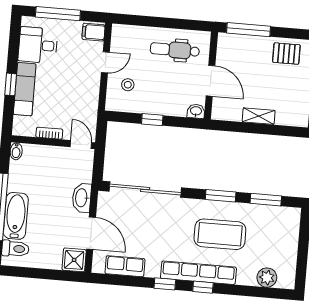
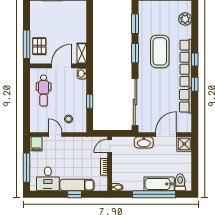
pallet: (286, 54) -> (39, 46), moved
shelving: (259, 116) -> (82, 53), moved
row of seats: (125, 266) -> (186, 101), moved

